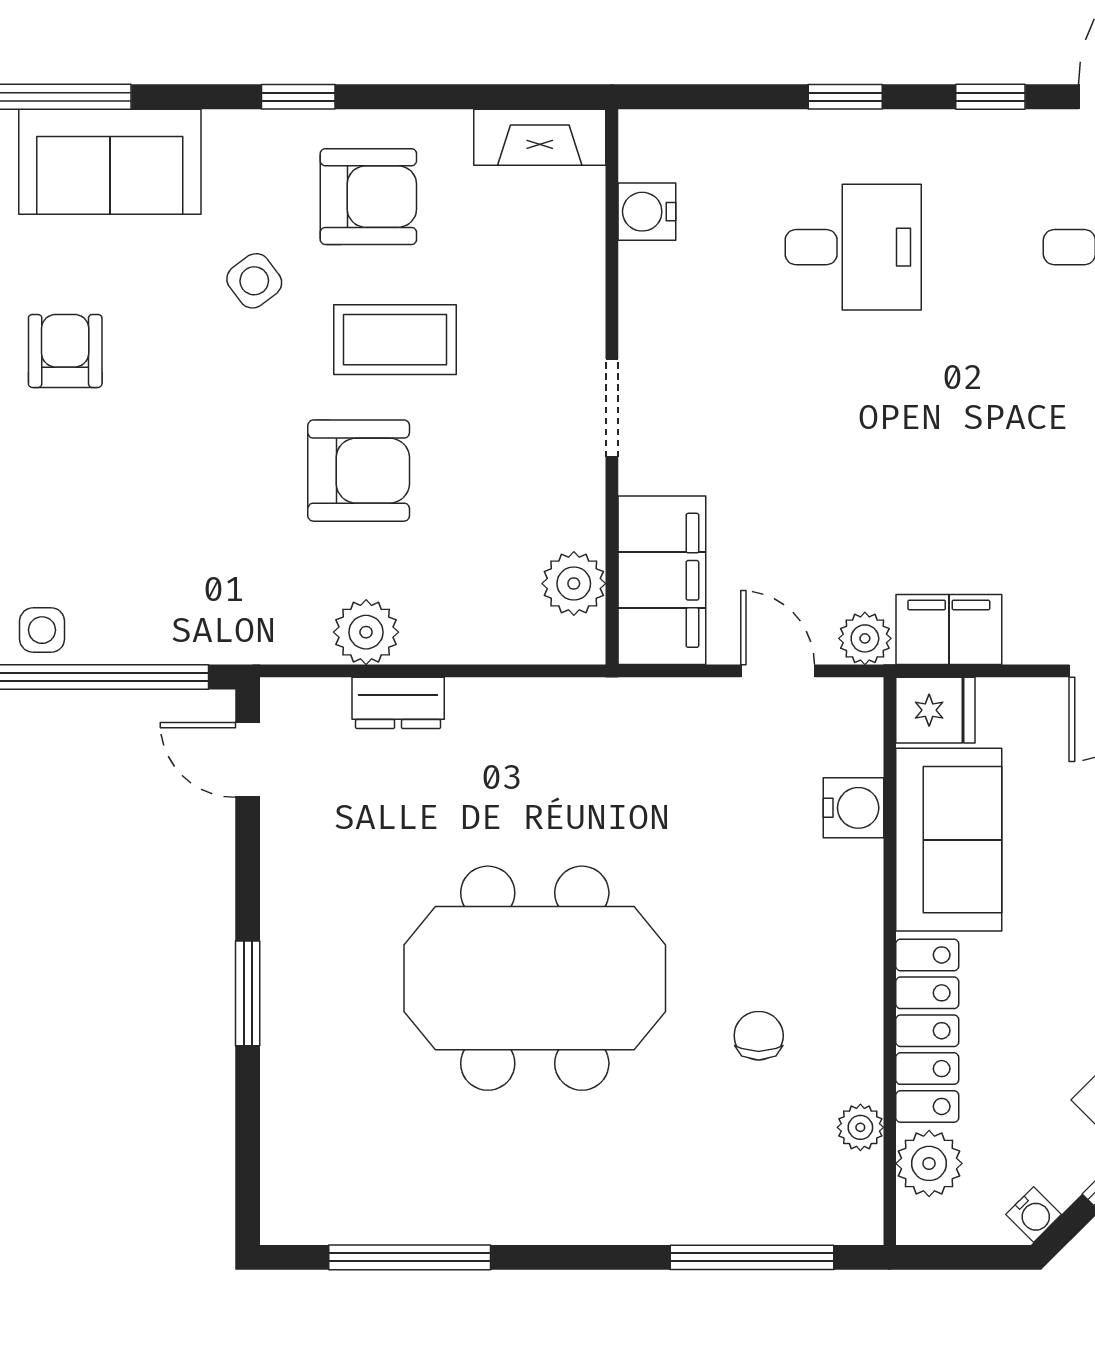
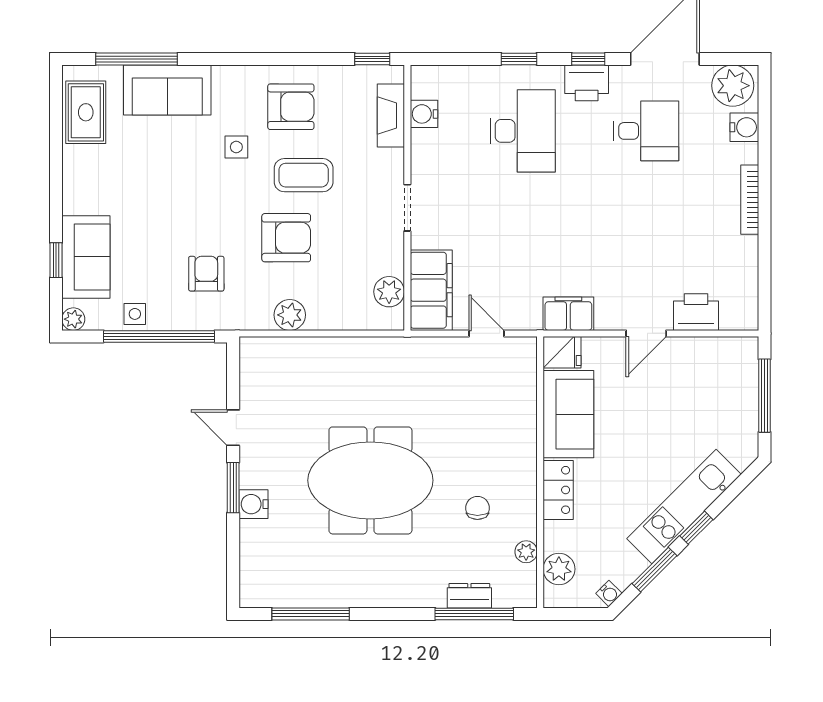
window: (298, 97) -> (372, 59), moved
fireplace: (540, 137) -> (391, 116), moved, turned 90
printer: (987, 147) -> (587, 83), added
desk: (853, 247) -> (523, 131), width x1.37
side table: (254, 281) -> (236, 147), turned 37
armchair: (65, 351) -> (206, 274), moved
plant: (865, 638) -> (528, 318), removed
dresser: (398, 703) -> (469, 596), moved, turned 180
door: (248, 760) -> (233, 428), moved
water cooler: (853, 808) -> (253, 504), moved, turned 180
locker: (927, 1031) -> (558, 490), width x0.66

